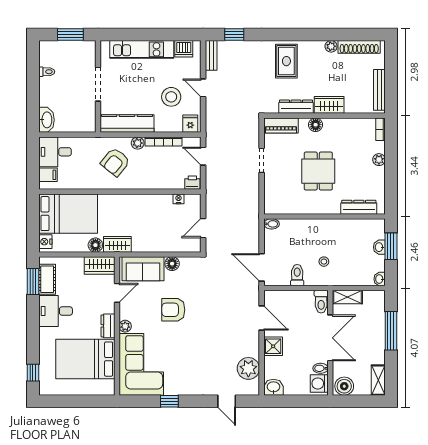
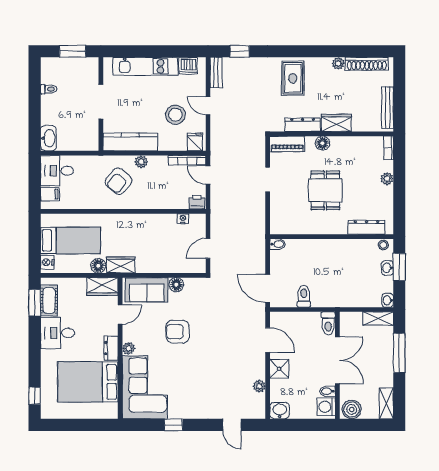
bookcase: (163, 142) -> (187, 160), moved
bed: (68, 214) -> (70, 240), width x0.67
stool: (324, 262) -> (383, 245), moved
shelving: (347, 297) -> (378, 319), moved
plant: (248, 368) -> (259, 386), width x0.53, depth x0.53

